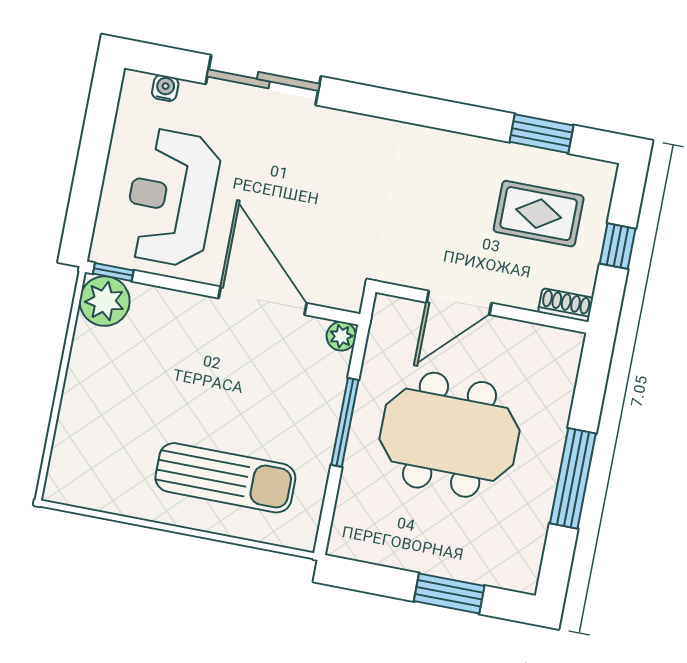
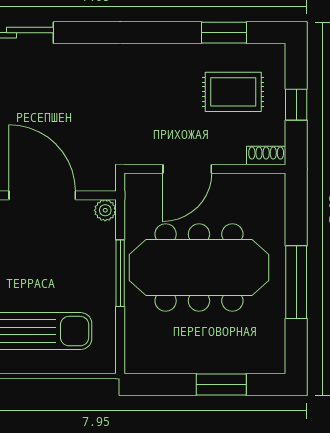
meeting table: (450, 435) -> (199, 268), width x1.36

